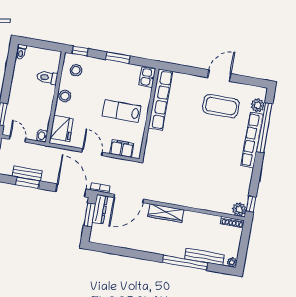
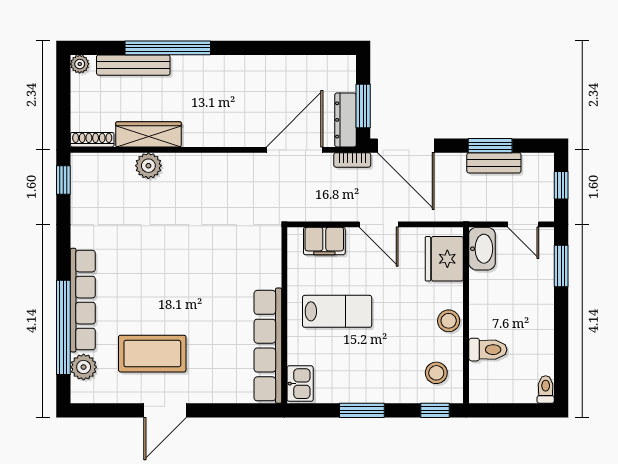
washbasin: (42, 136) -> (482, 249), width x1.91, depth x1.45
plant: (239, 209) -> (148, 166), moved
wardrobe: (166, 213) -> (149, 134), moved

